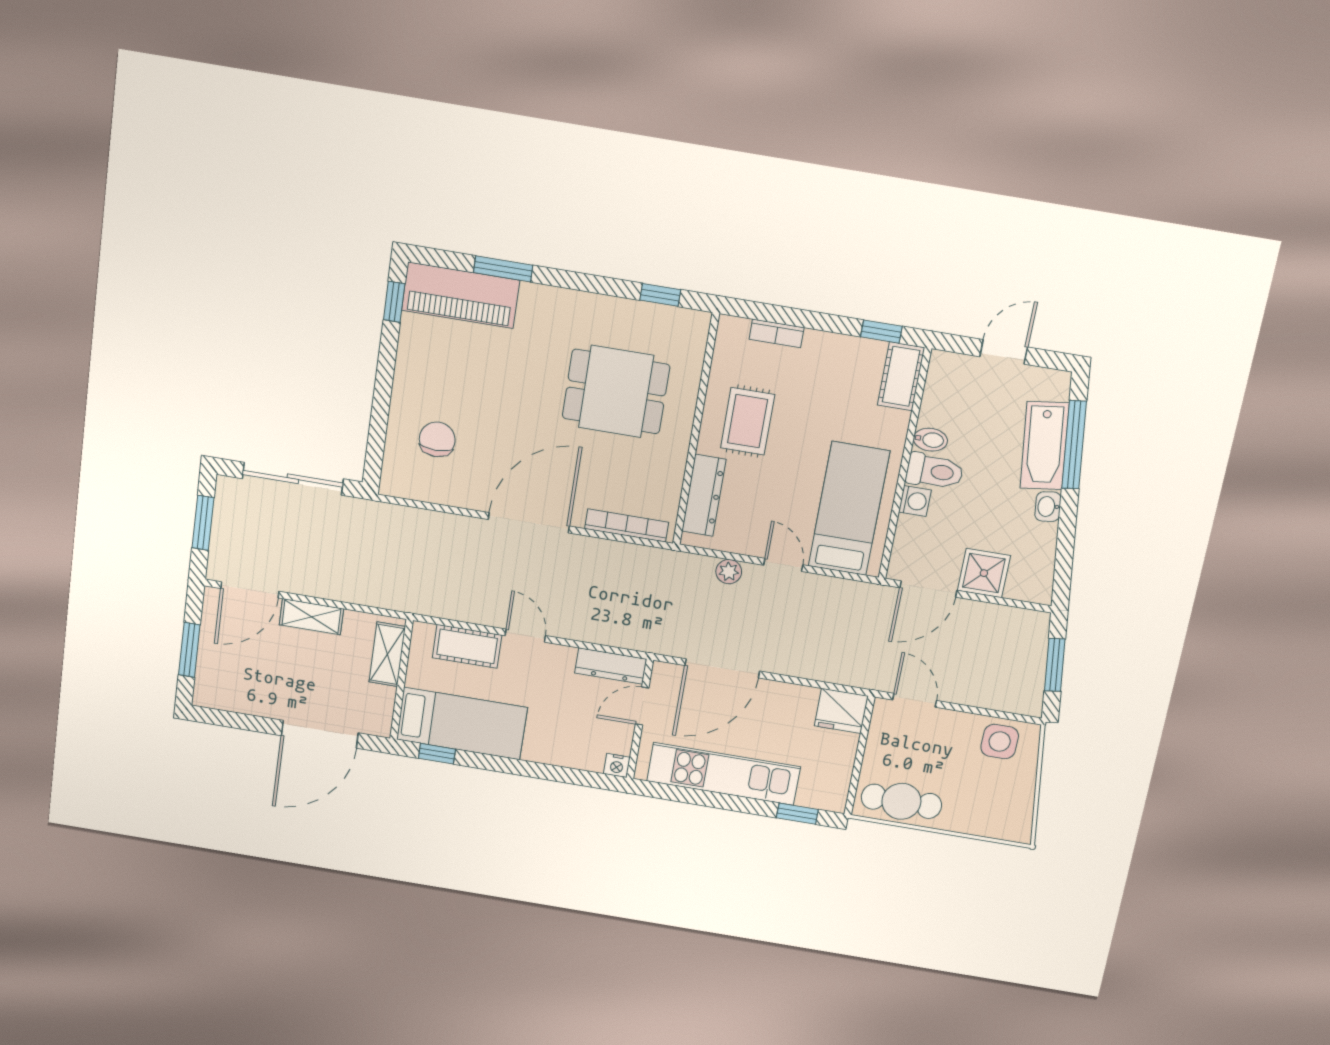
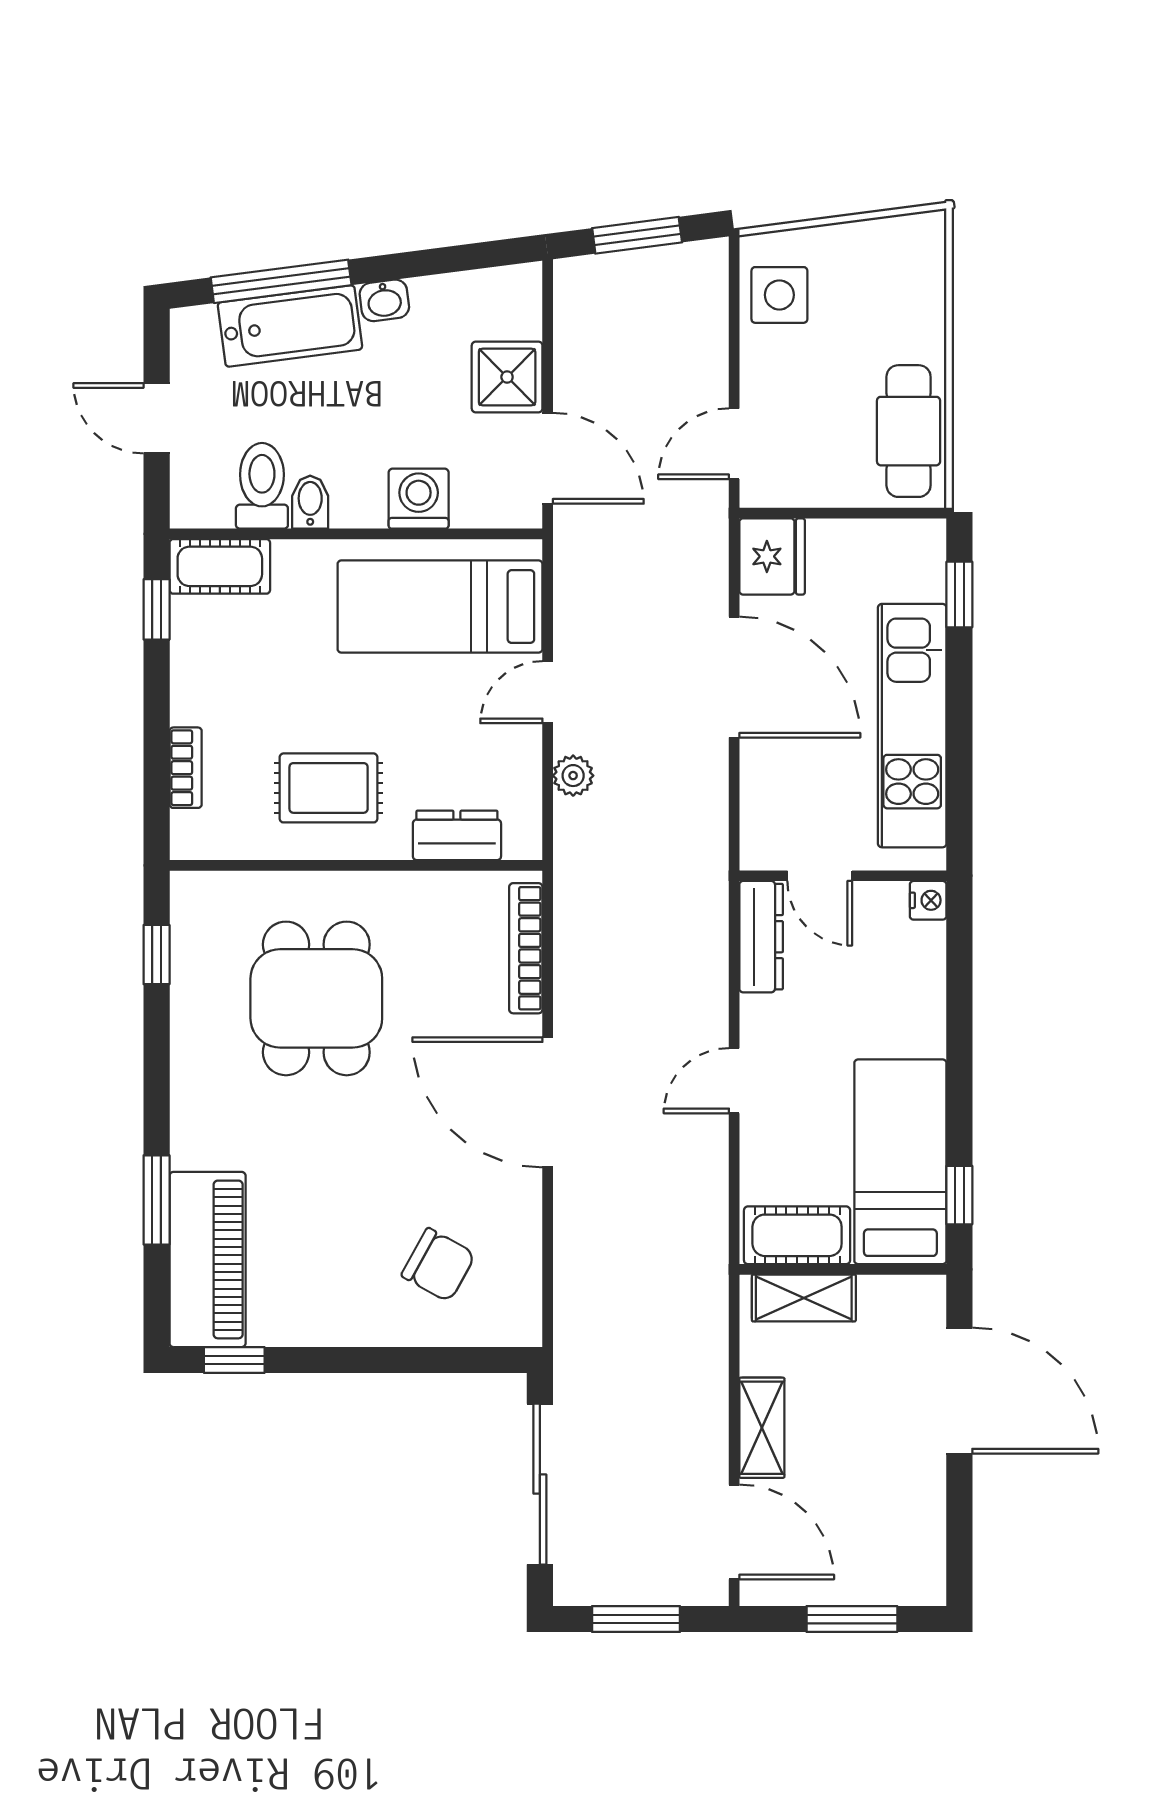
chair: (437, 439) -> (438, 1265), turned -151
toilet: (935, 471) -> (262, 486), moved
dresser: (704, 495) -> (457, 835), width x0.70
washing machine: (915, 501) -> (419, 499), width x1.38, depth x1.38
cot: (467, 646) -> (797, 1235), moved, turned 90
door: (722, 668) -> (734, 677), moved

